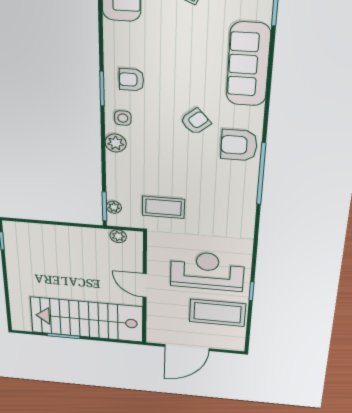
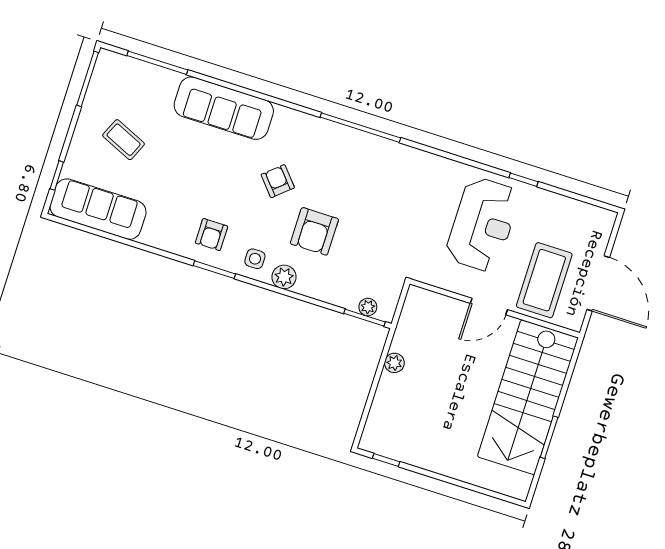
armchair: (239, 145) -> (314, 231), moved
coffee table: (163, 207) -> (381, 249), removed
plant: (118, 236) -> (394, 363), moved
reception desk: (207, 271) -> (483, 224), turned 180
coffee table: (217, 313) -> (544, 280), moved

